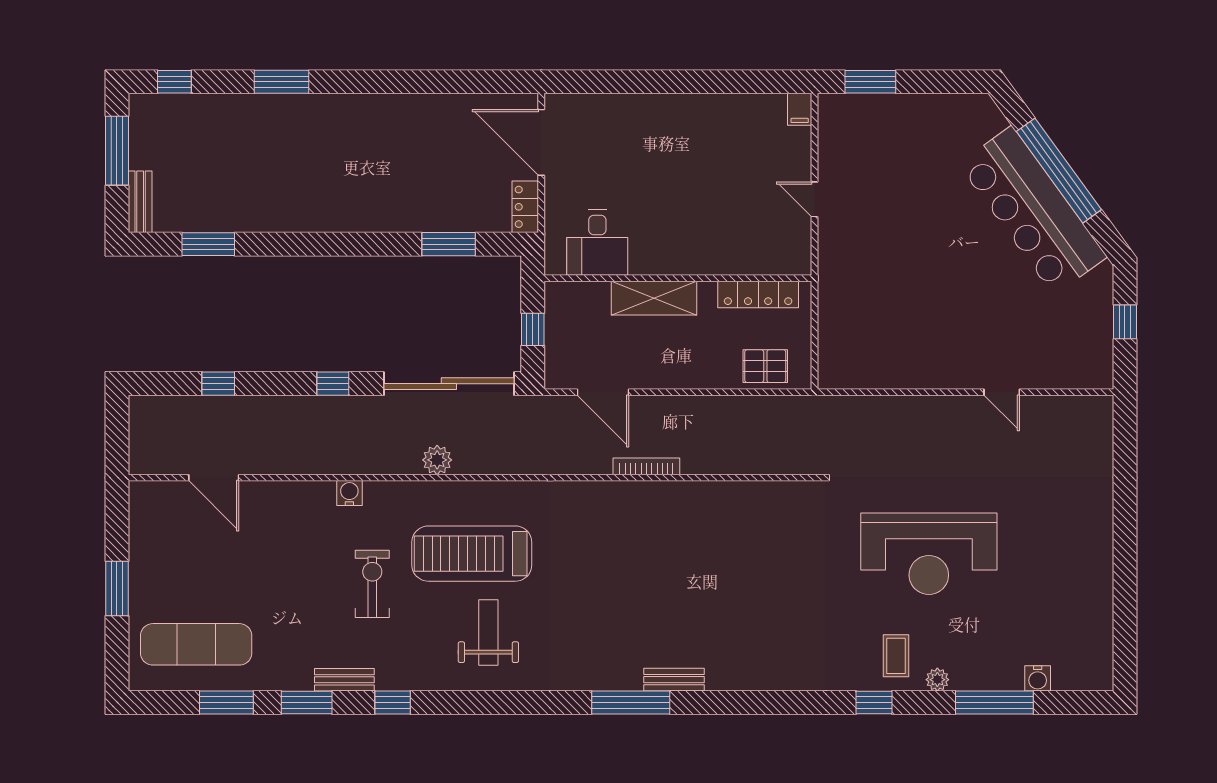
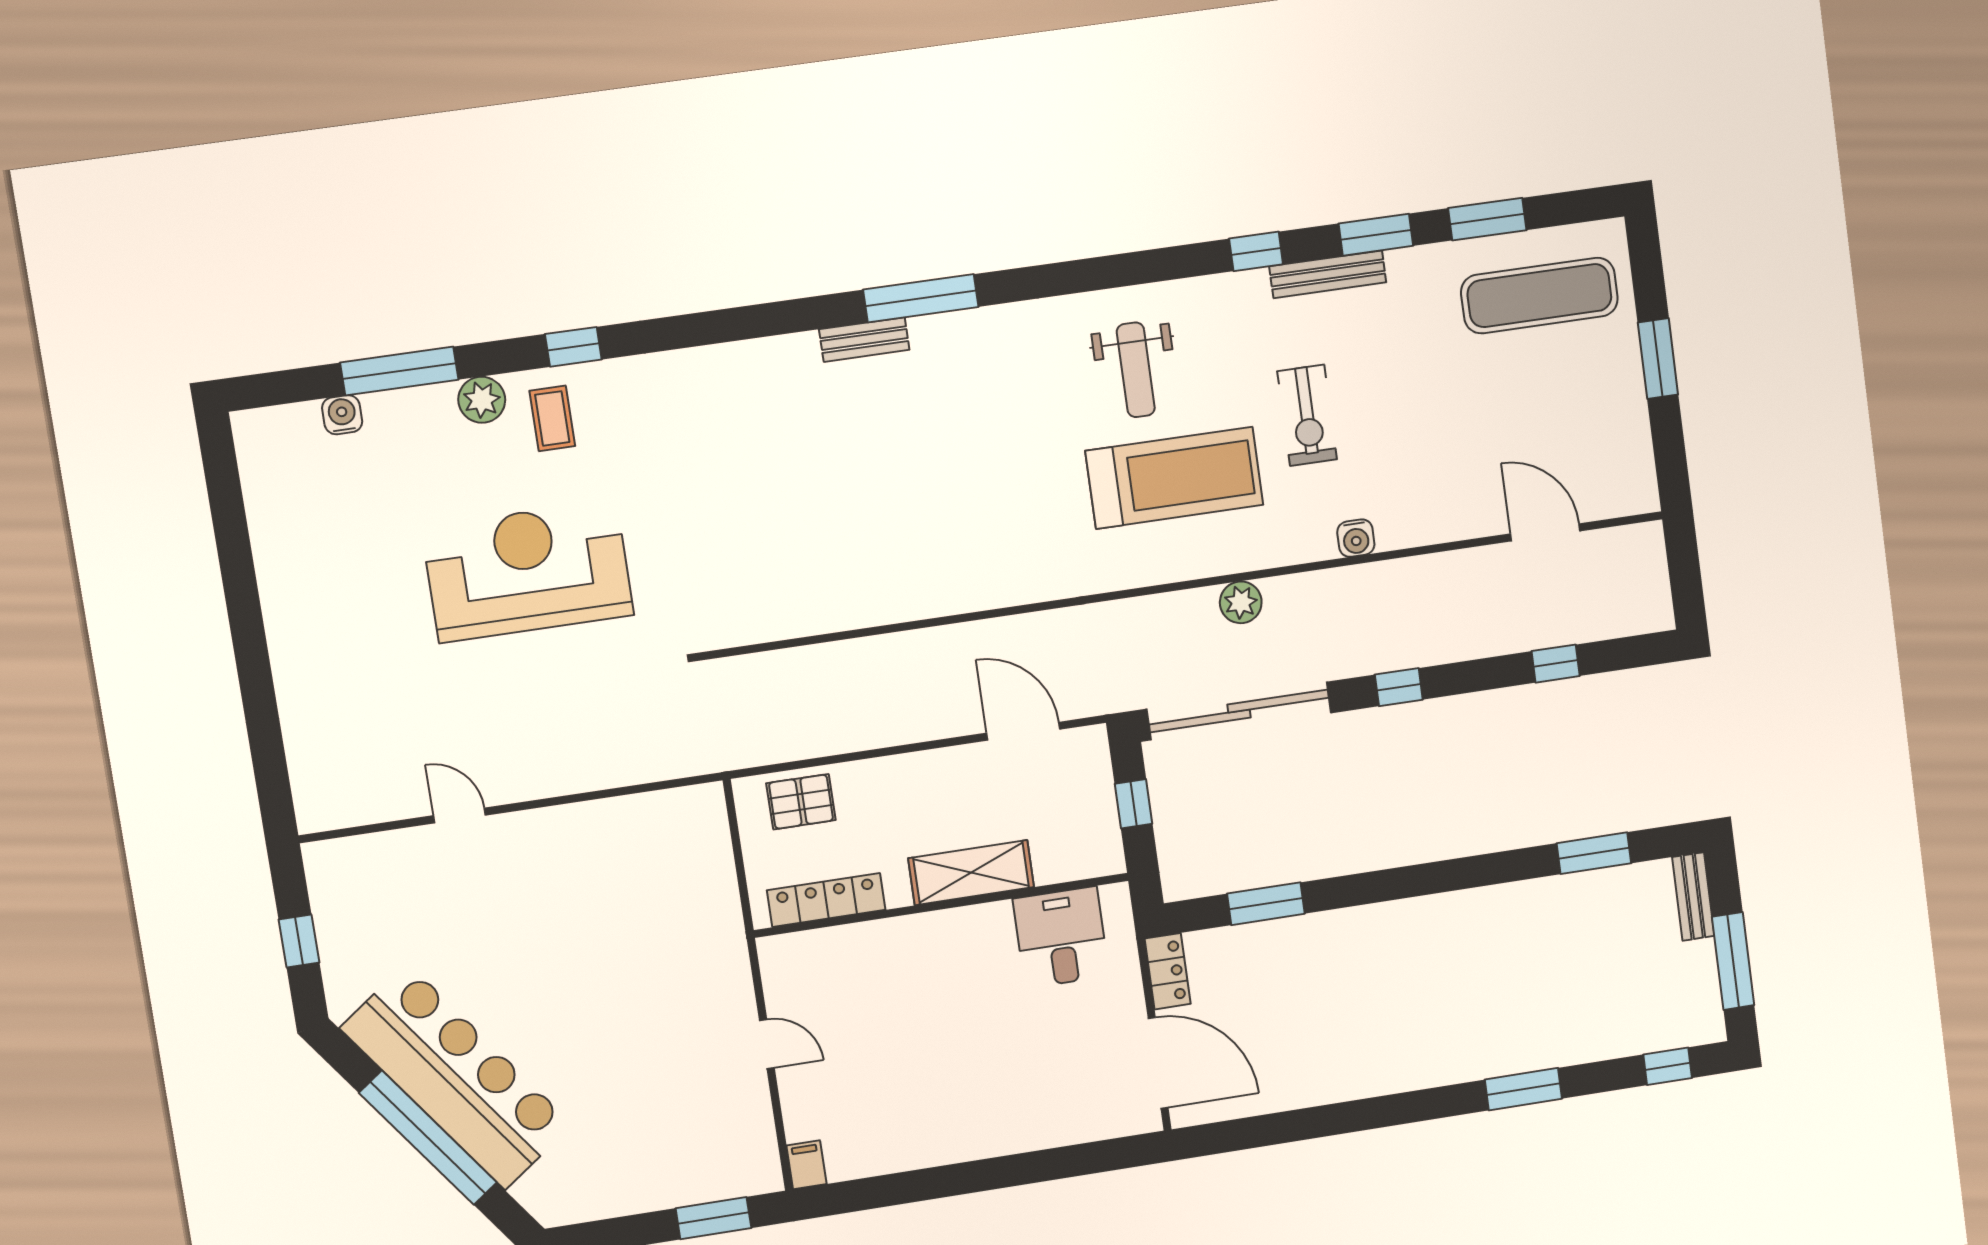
bookcase: (646, 466) -> (947, 636), removed
bench: (344, 680) -> (1328, 274), width x1.36
plant: (937, 680) -> (482, 400), width x1.38, depth x1.38

